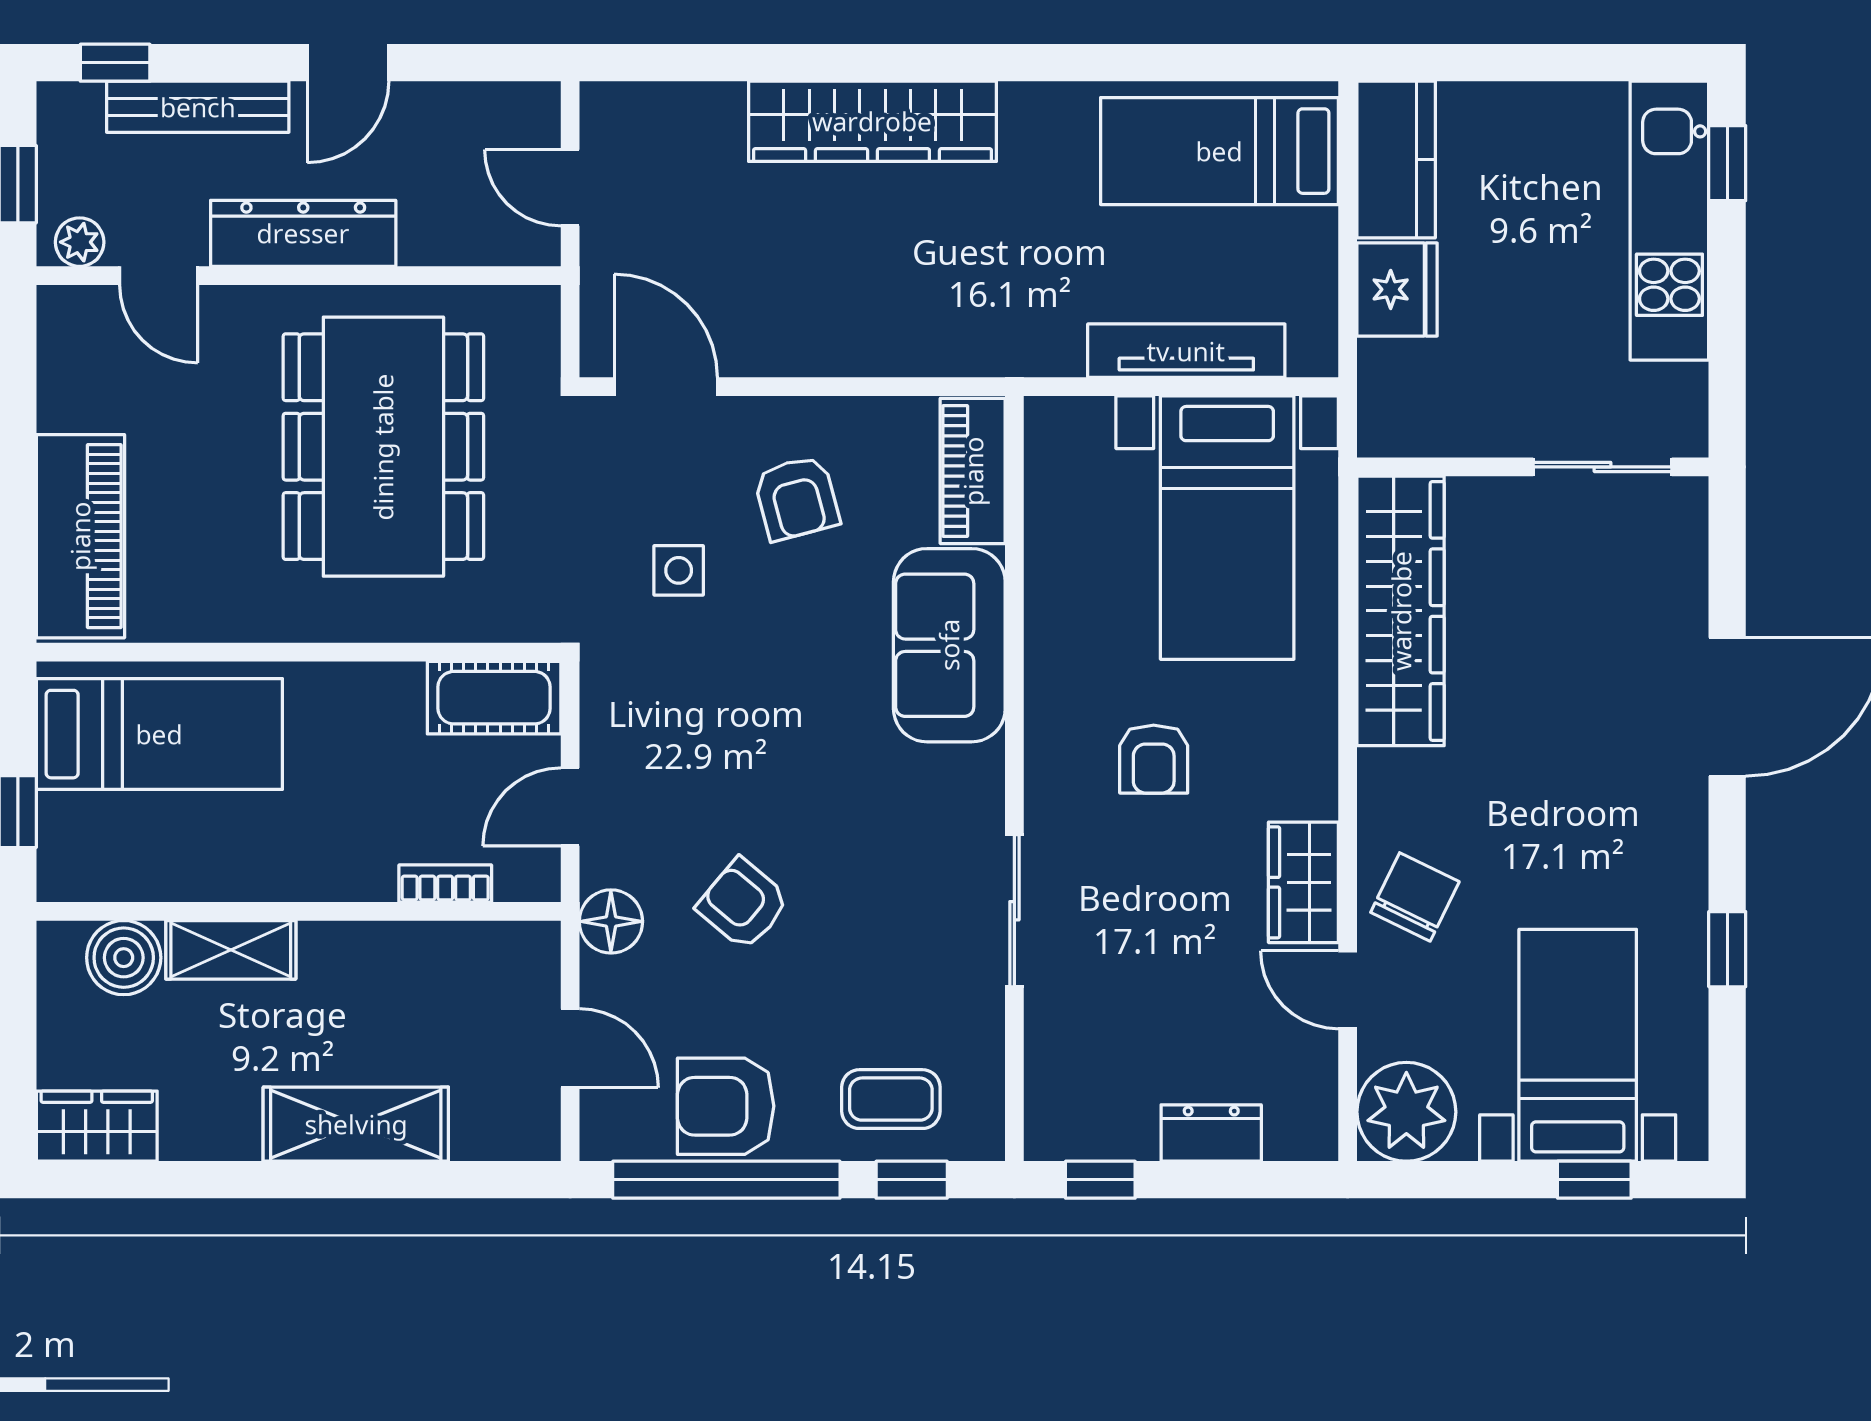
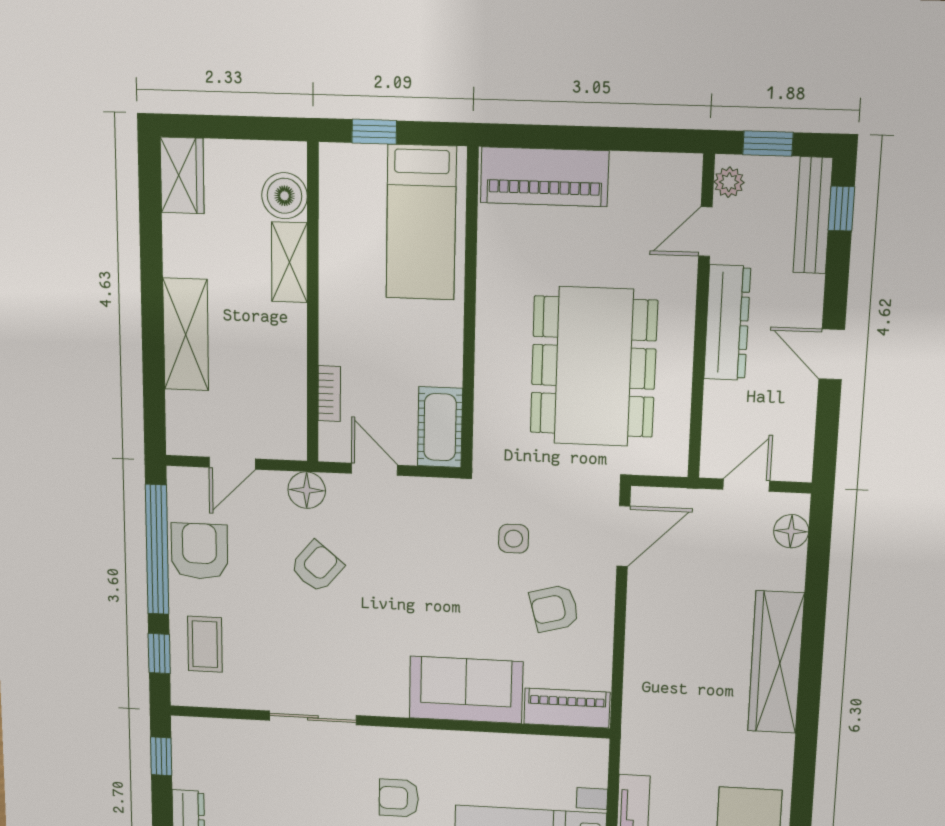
bench: (198, 107) -> (813, 215), moved
floor lamp: (645, 110) -> (791, 531), added
dining table: (383, 447) -> (594, 367), turned 90

